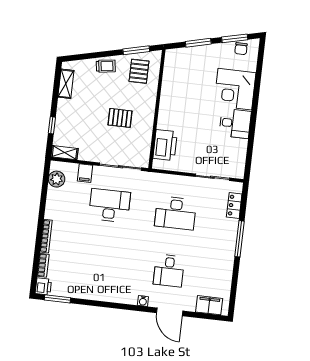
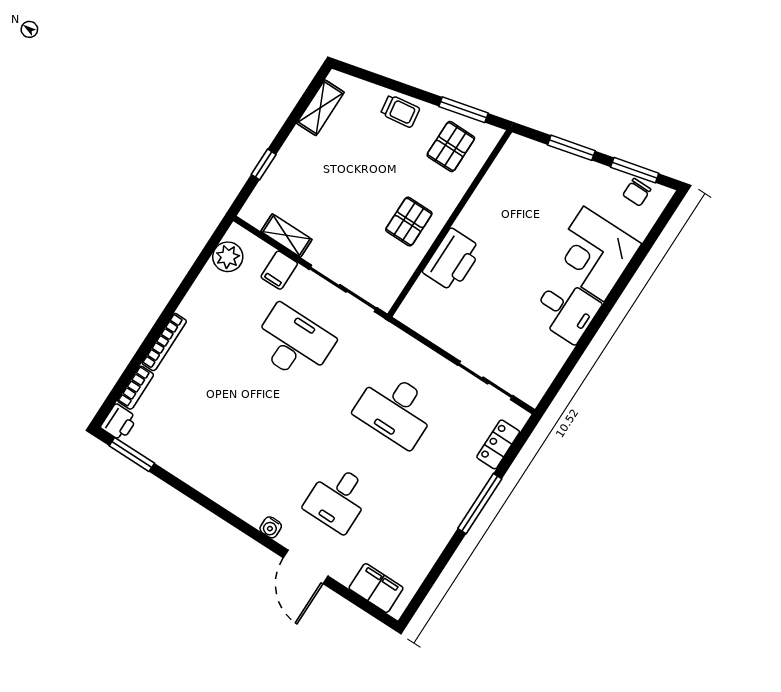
pallet: (120, 118) -> (409, 222), moved, turned 90
printer: (165, 145) -> (452, 260), moved
shelving: (65, 153) -> (286, 235), moved

